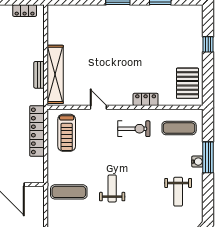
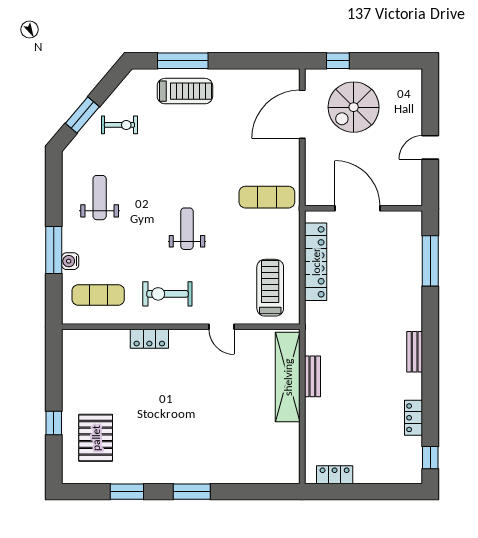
pallet: (187, 83) -> (96, 438), moved
locker: (37, 131) -> (316, 262), moved
water cooler: (197, 162) -> (70, 261), moved
weight bench: (112, 188) -> (187, 229), moved, turned 180

